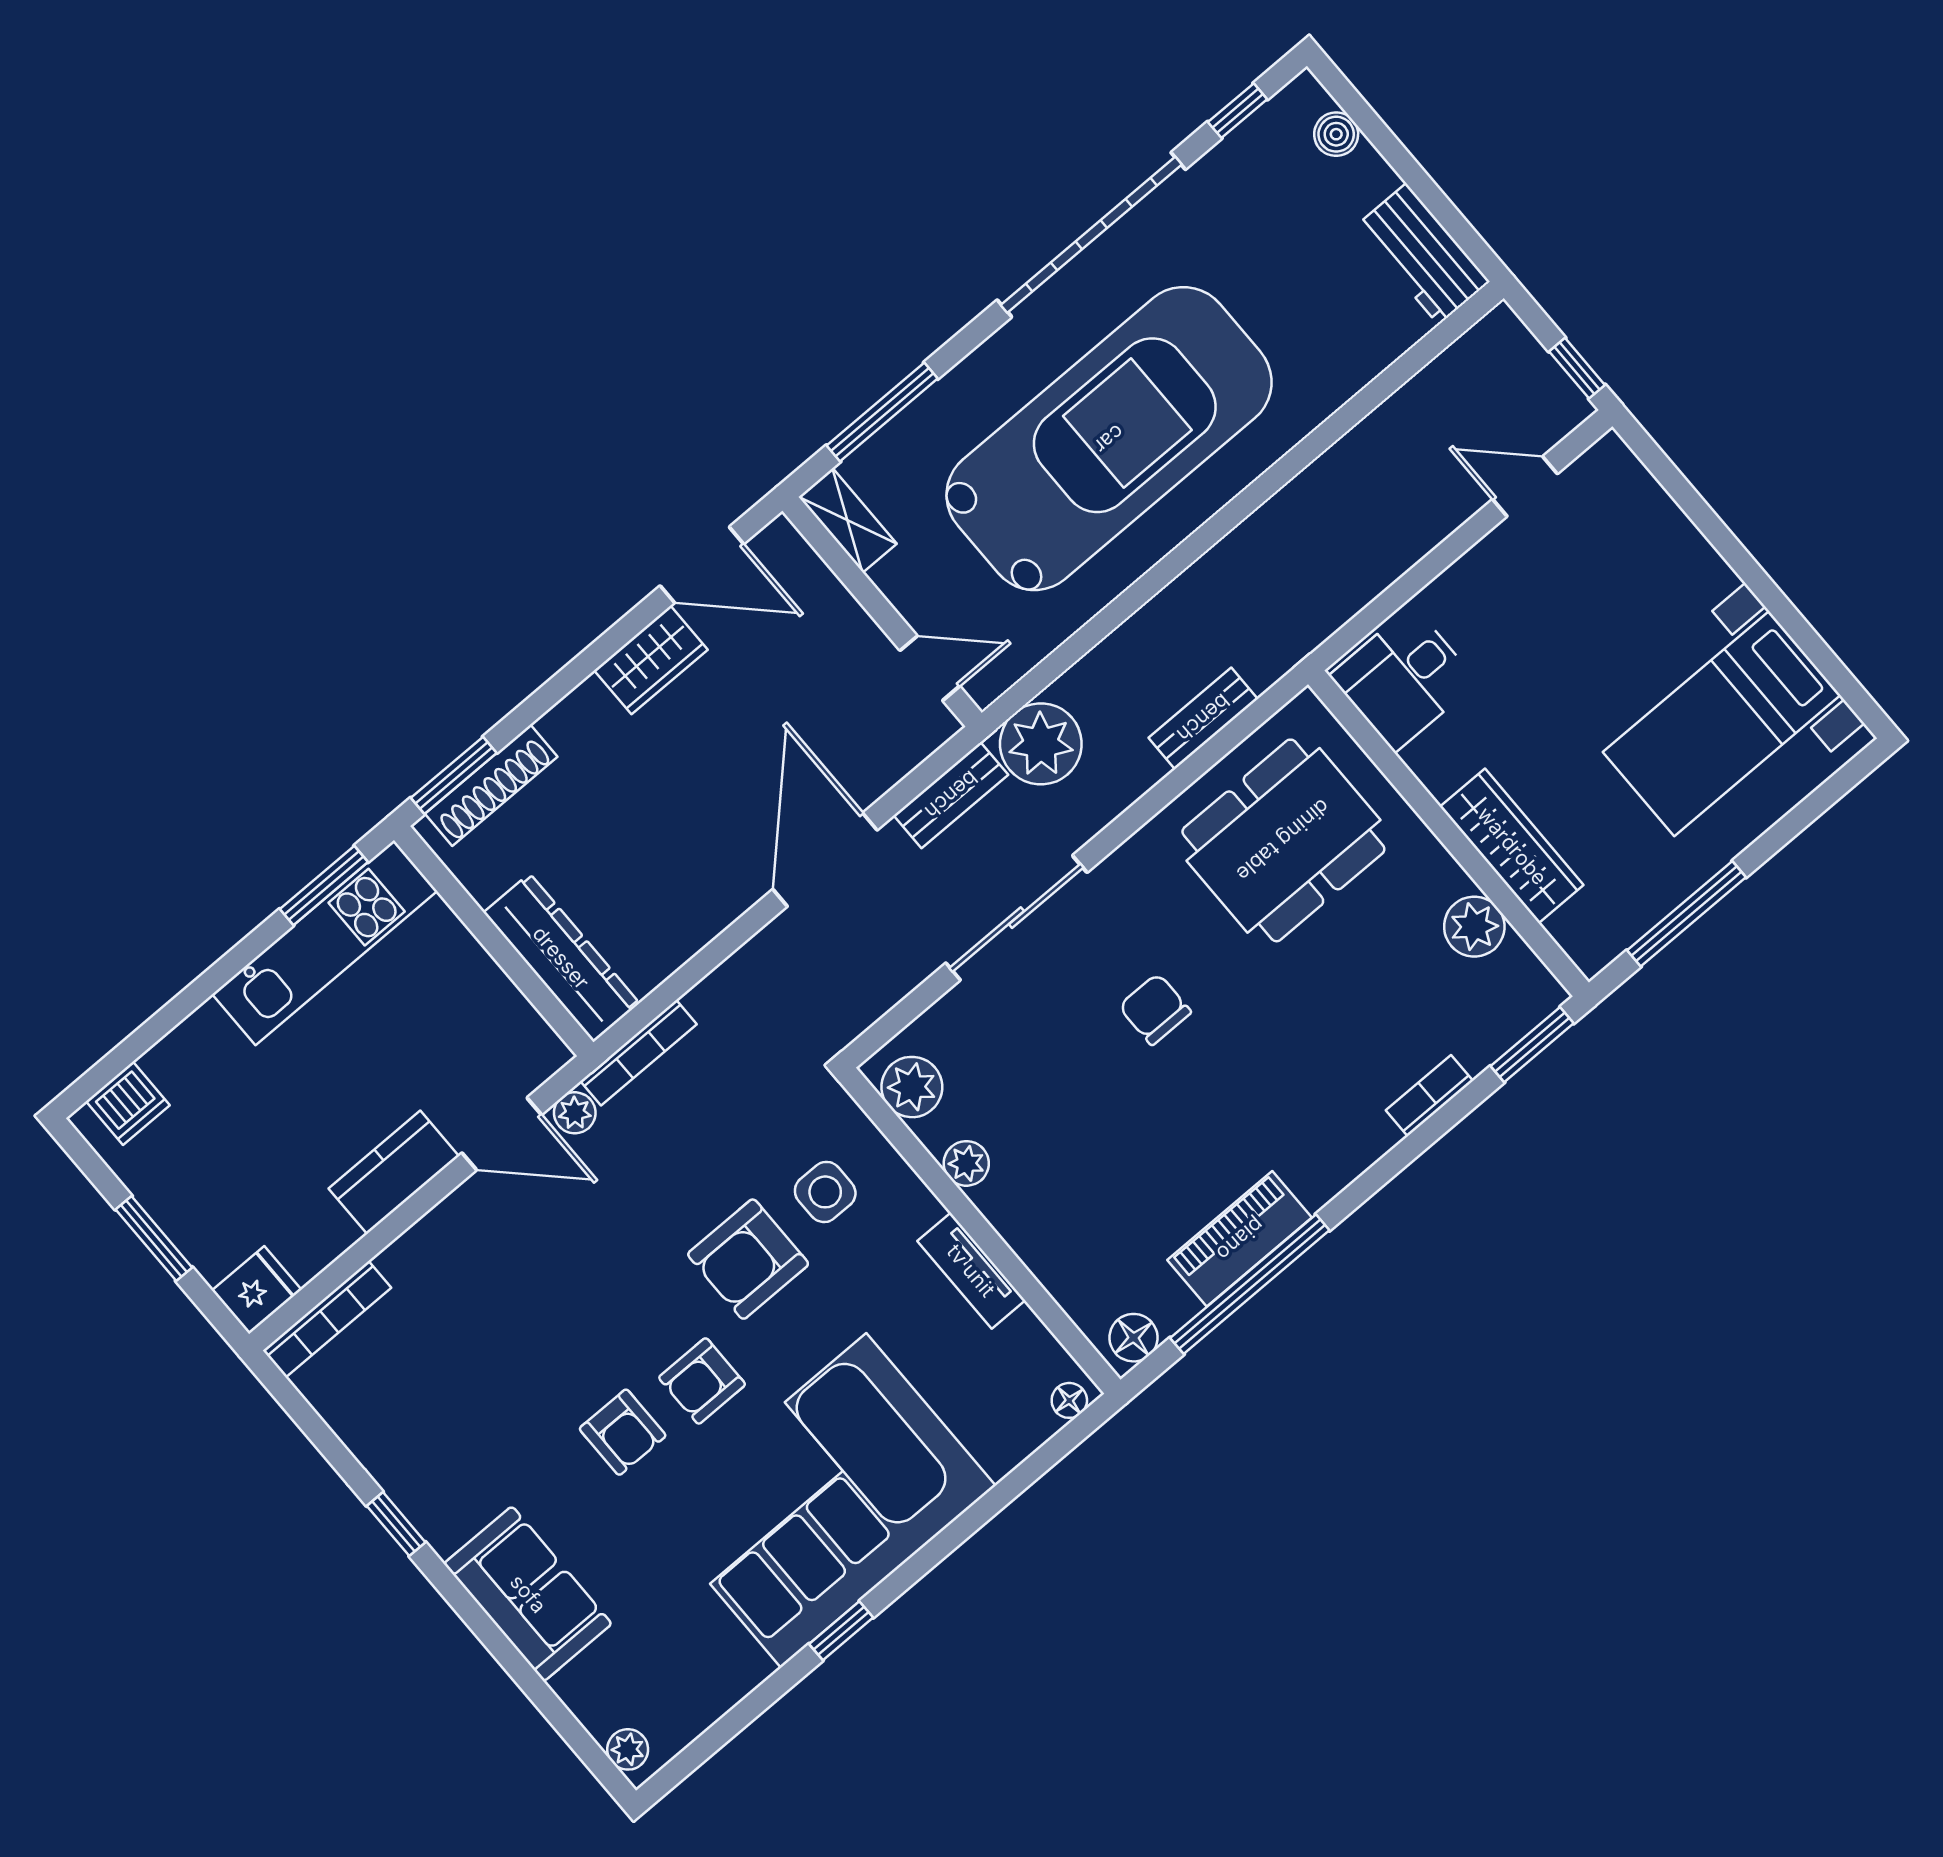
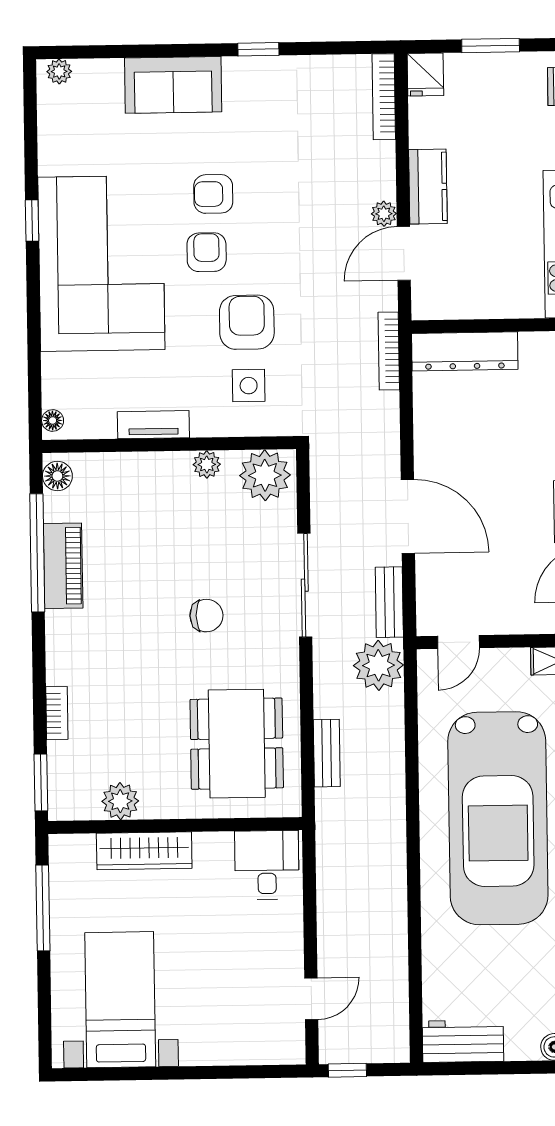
plant: (912, 1087) -> (265, 475), width x1.36, depth x1.36
plant: (575, 1113) -> (384, 214), moved

